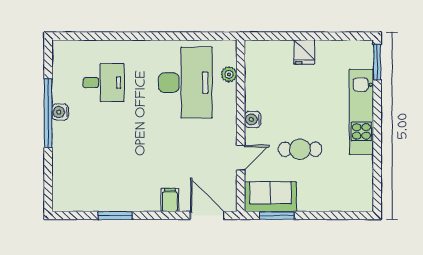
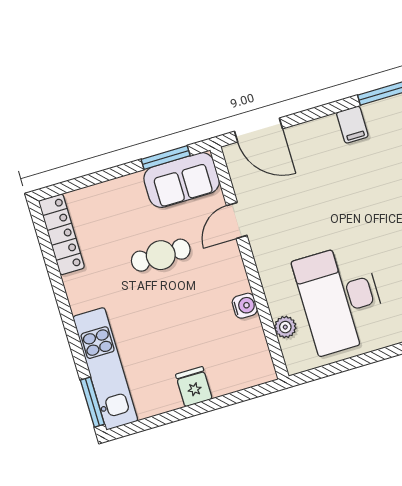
kitchen unit: (361, 112) -> (105, 369), moved
water cooler: (253, 119) -> (245, 306), moved
locker: (364, 184) -> (61, 234), added
filing cabinet: (170, 200) -> (352, 125), moved

